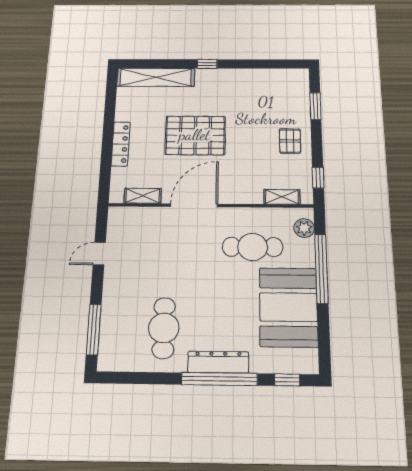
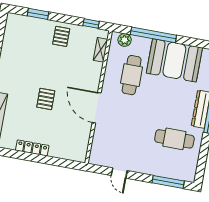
pallet: (195, 135) -> (46, 99), width x0.49, depth x0.50
pallet: (290, 141) -> (61, 36), turned 90
locker: (121, 144) -> (32, 148), moved
shelving: (143, 196) -> (84, 140), removed

